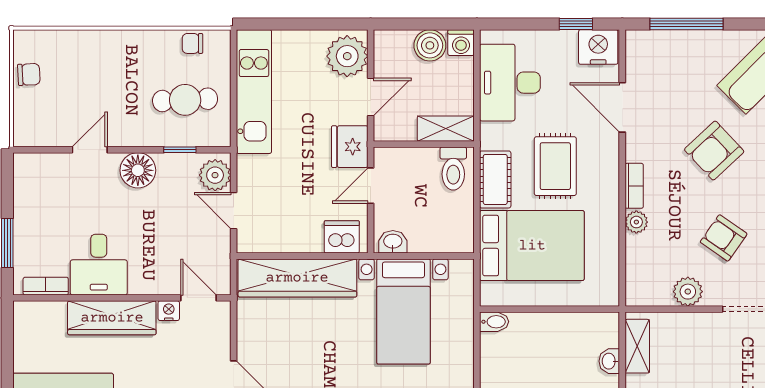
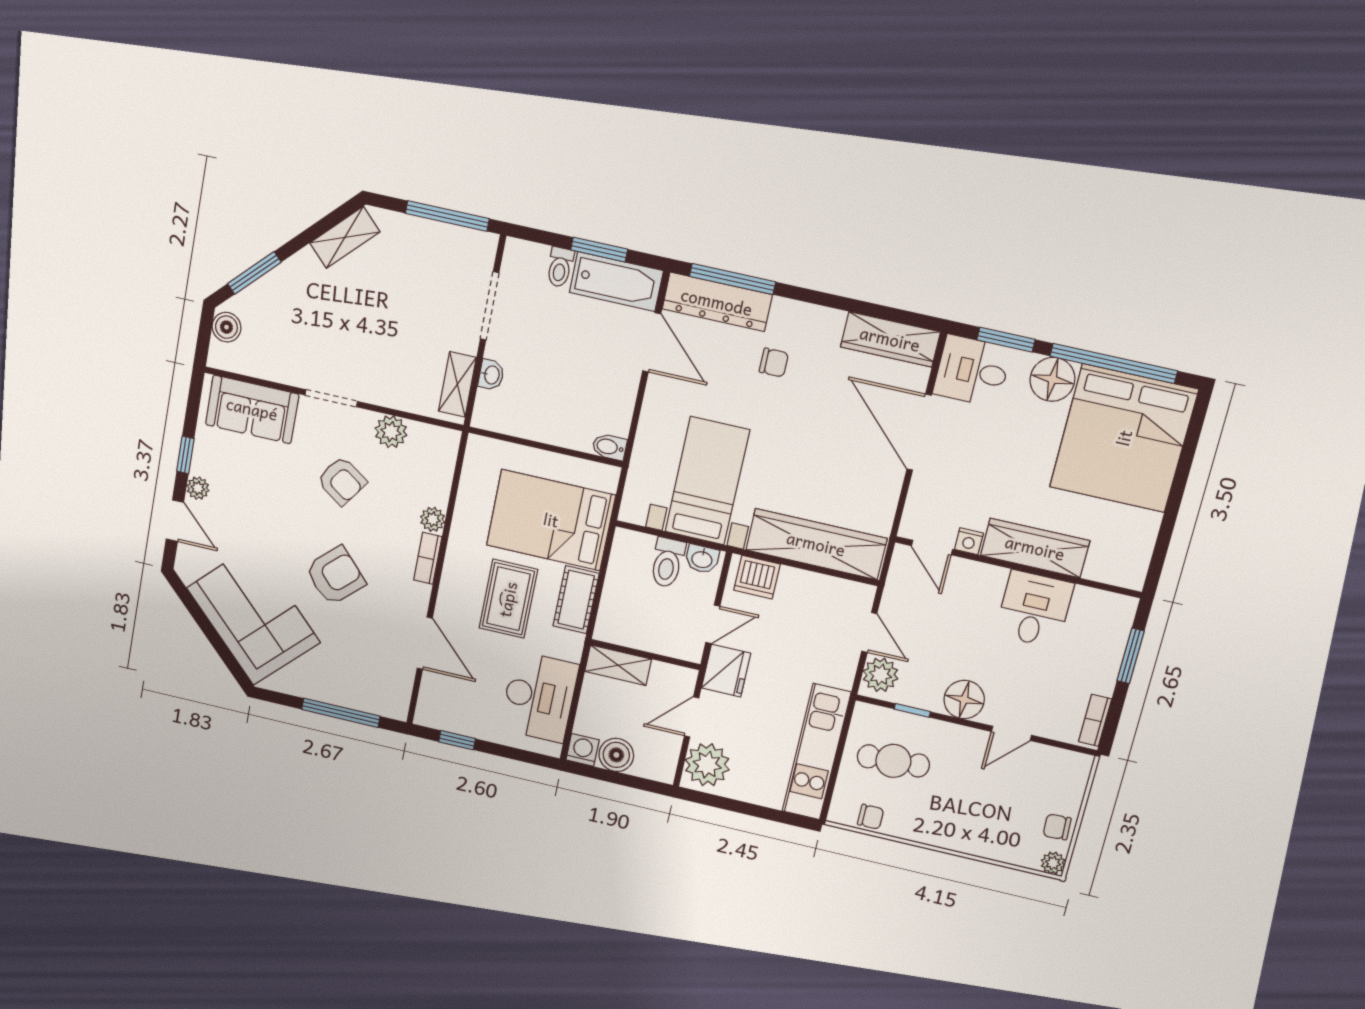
plant: (24, 40) -> (1053, 863), added
nightstand: (598, 47) -> (438, 711), removed
toilet: (453, 169) -> (667, 563), moved, turned 180
bookcase: (46, 286) -> (1095, 720), moved, turned 90

